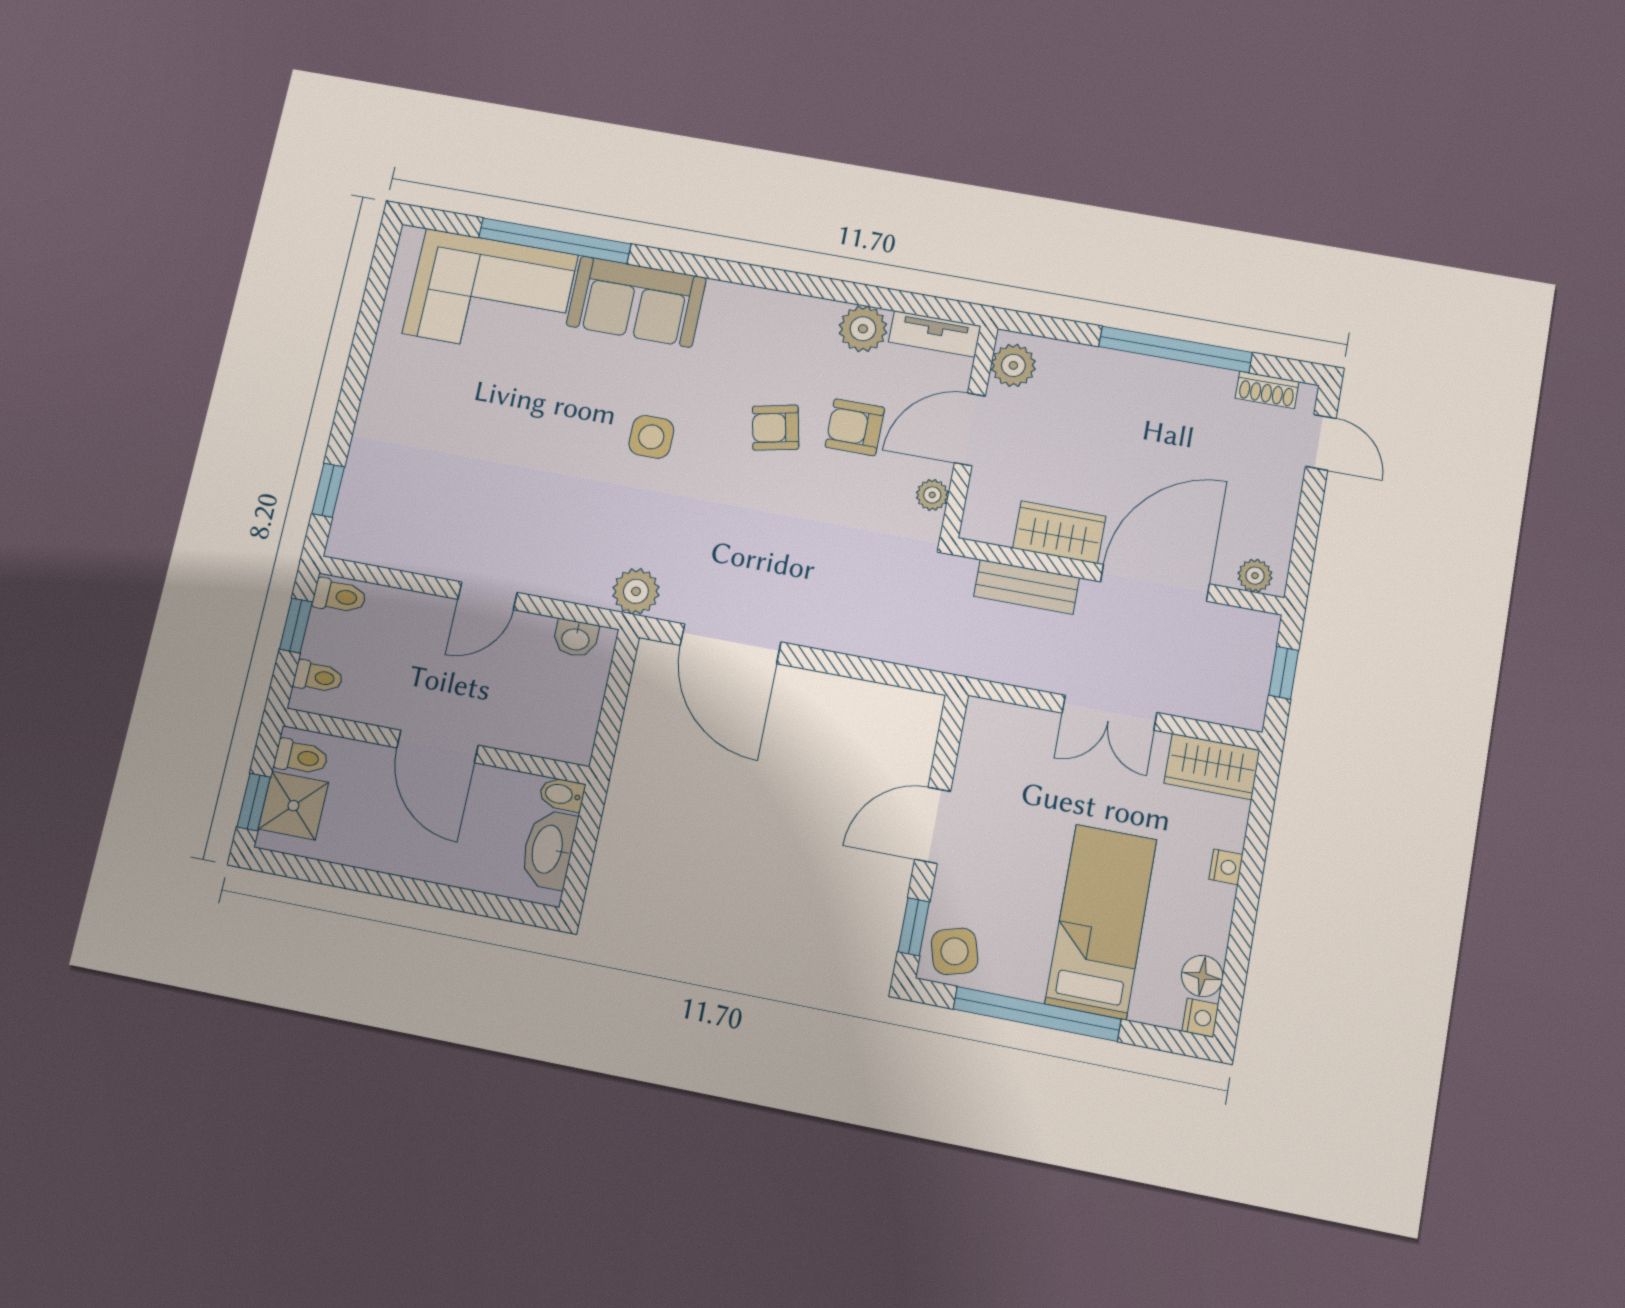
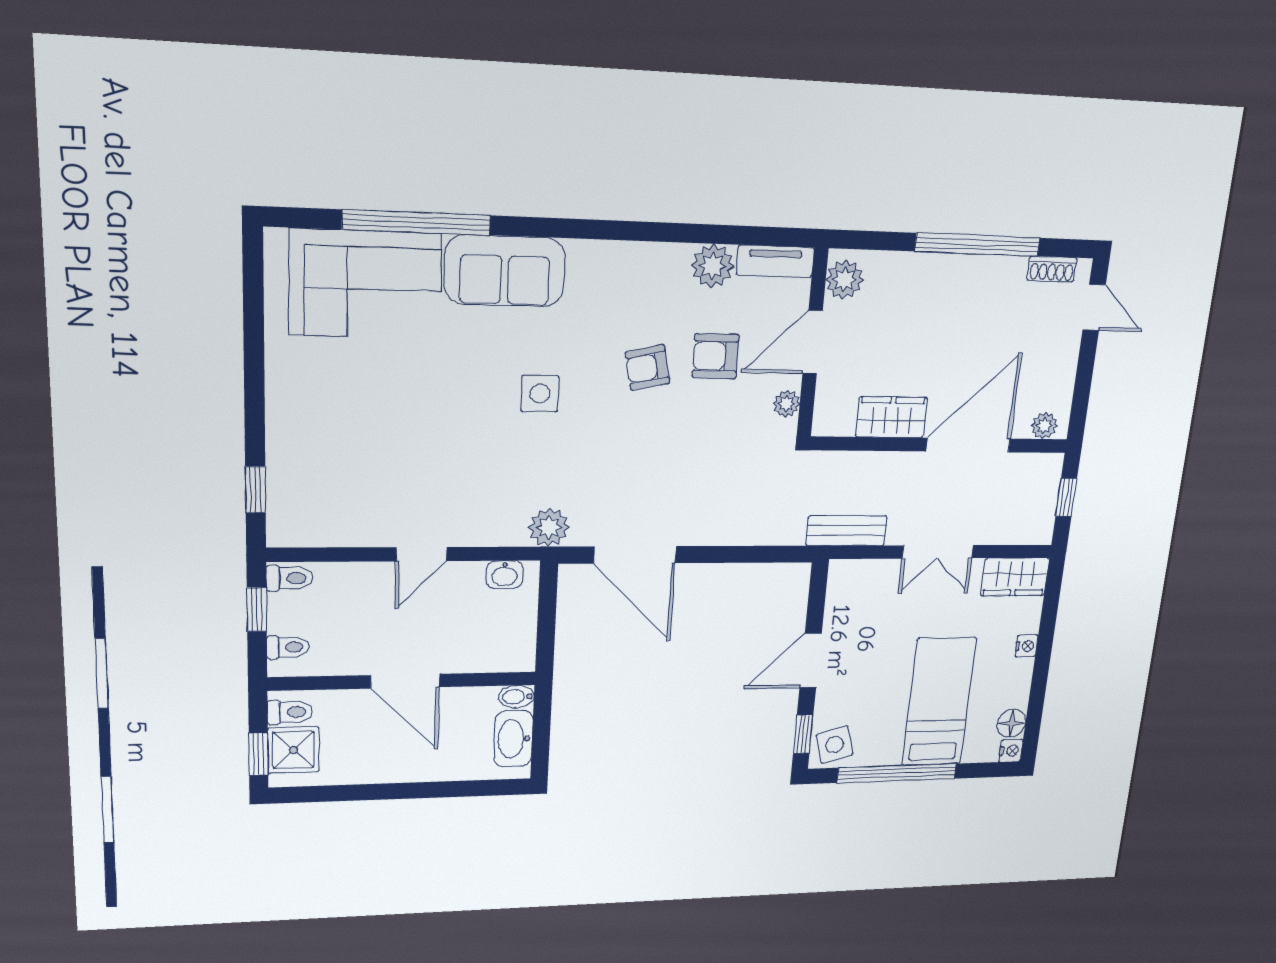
bench: (1026, 587) -> (846, 531), moved

